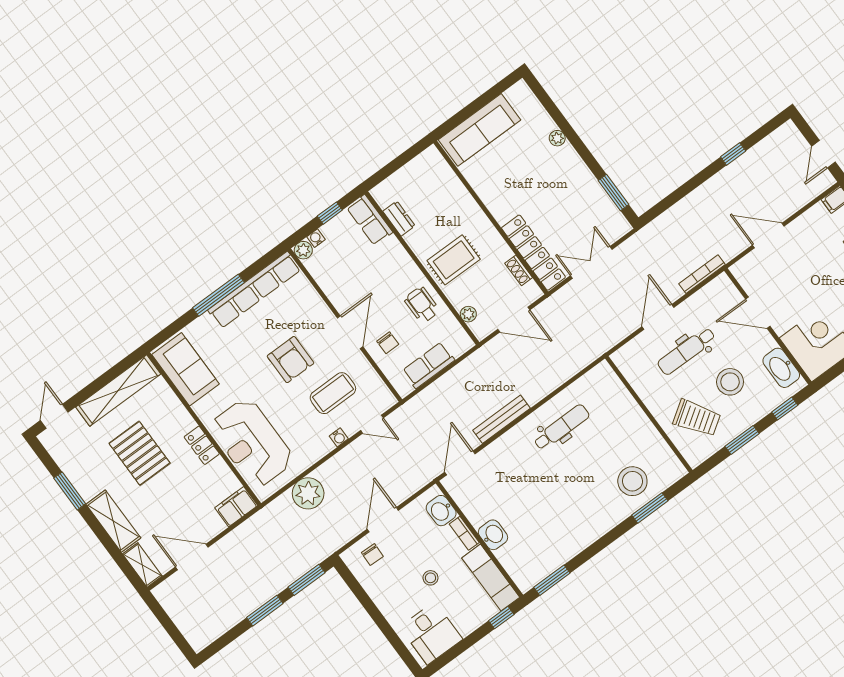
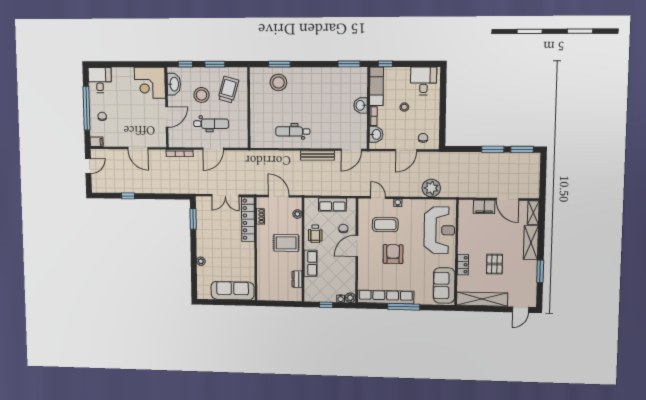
row of seats: (370, 220) -> (311, 263), moved
door: (758, 313) -> (167, 117), hinge flipped
trolley: (697, 418) -> (228, 90), turned 50
locker: (202, 445) -> (463, 265), moved
pallet: (140, 453) -> (495, 264), width x0.67, depth x0.71
filing cabinet: (236, 507) -> (484, 207), moved
window: (306, 580) -> (522, 149), moved

